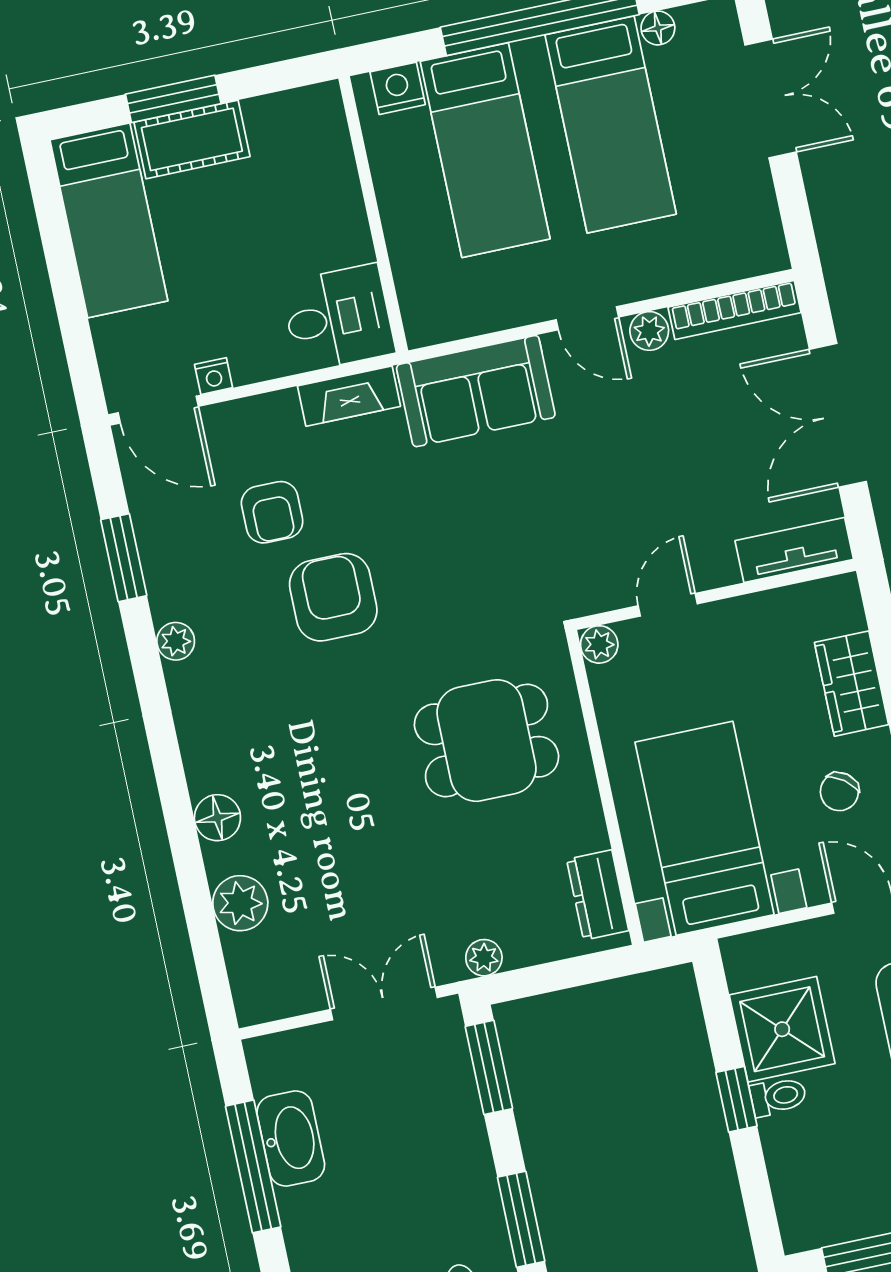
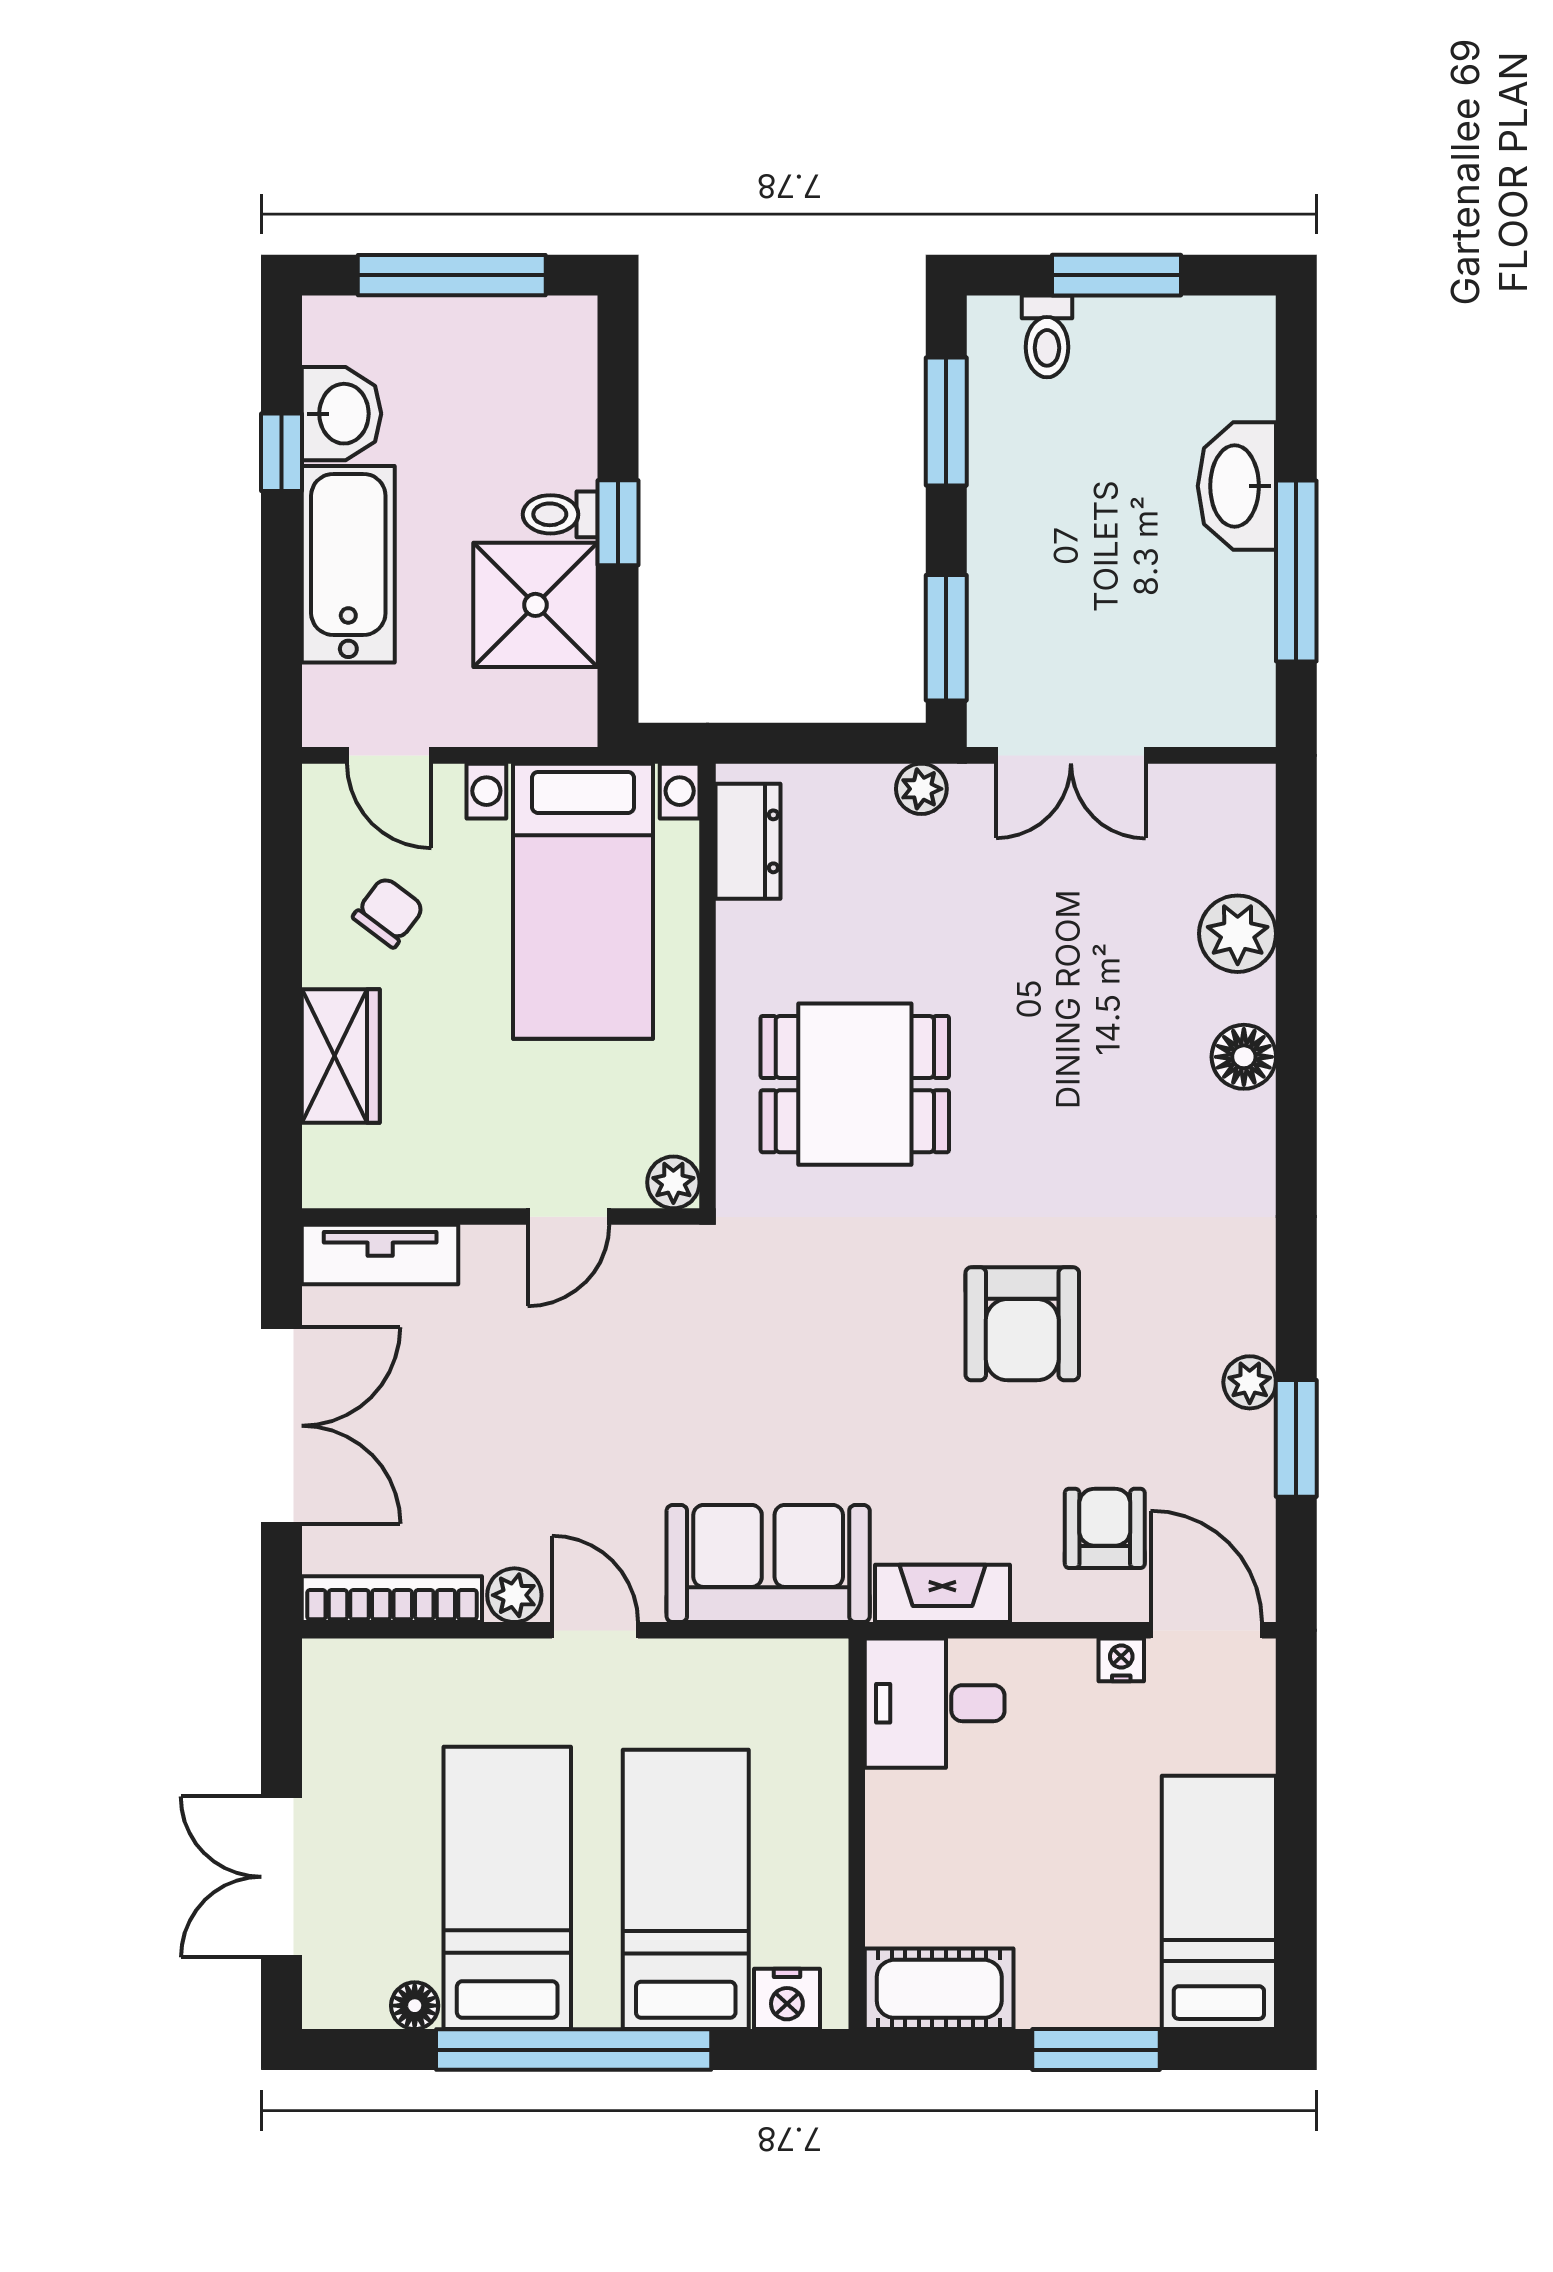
cot: (192, 139) -> (939, 1989), moved
armchair: (272, 512) -> (1105, 1528), moved
plant: (176, 641) -> (1250, 1382), moved
washbasin: (291, 1138) -> (1237, 486), moved

